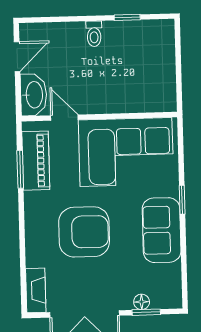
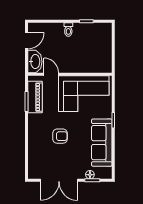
sofa: (162, 230) -> (102, 143), width x1.36
armchair: (84, 232) -> (60, 136), width x0.53, depth x0.53
fireplace: (36, 290) -> (33, 167), removed

